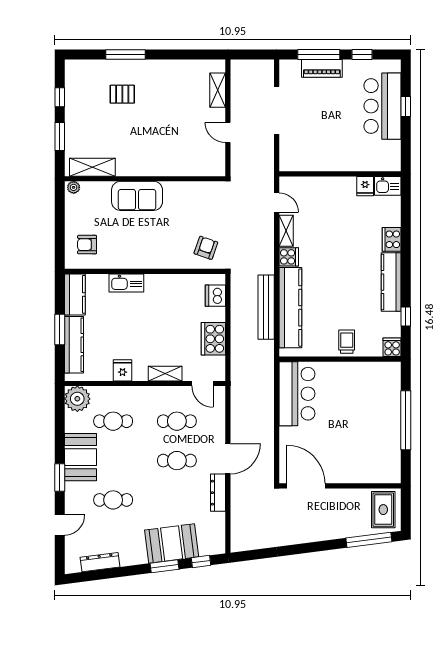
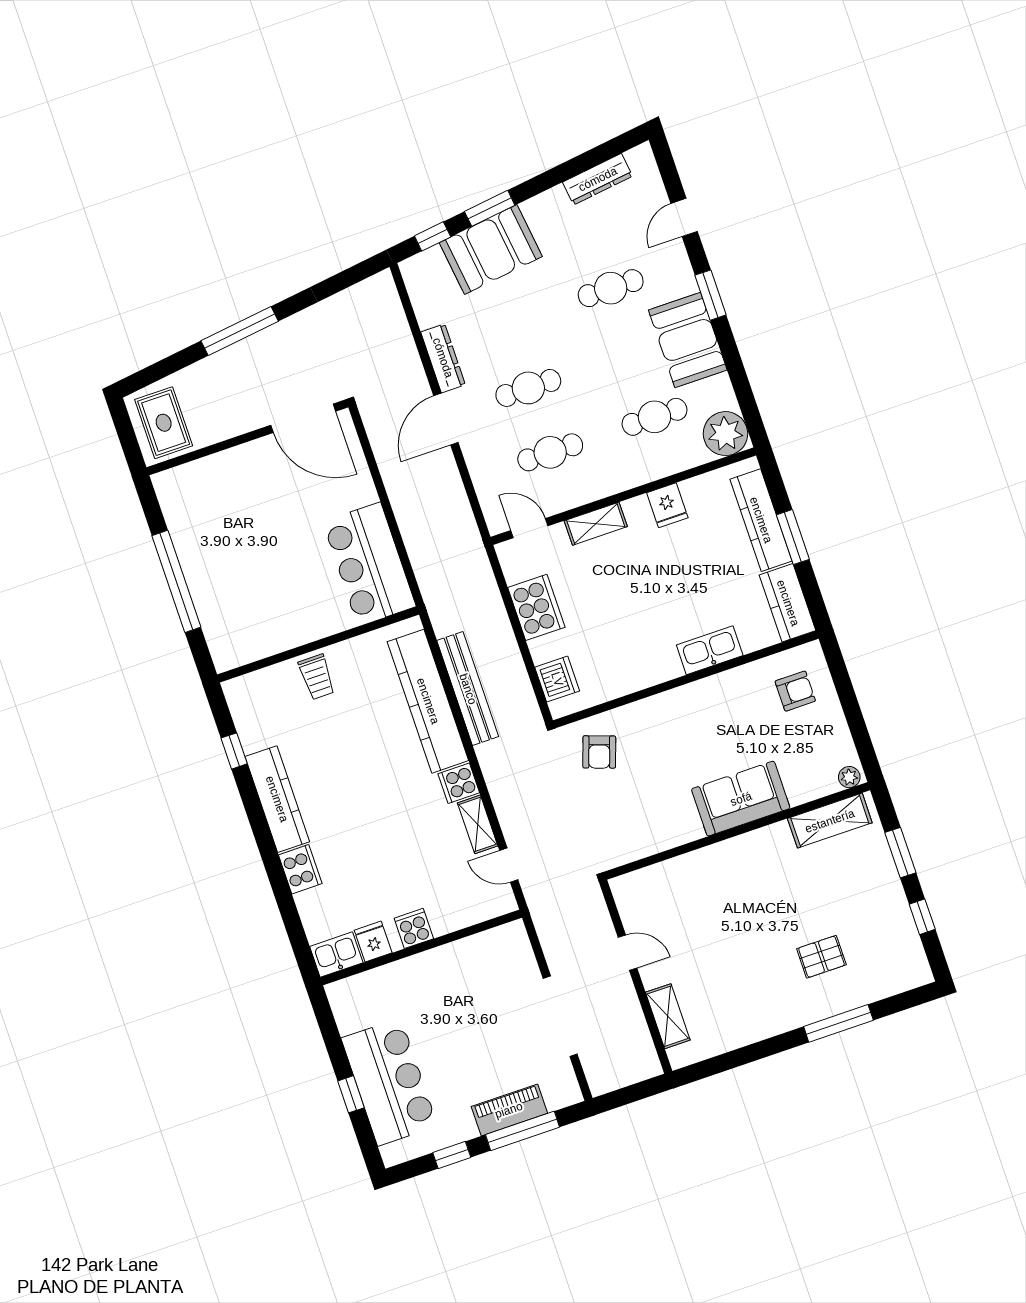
cooker: (392, 347) -> (414, 928), moved, turned 180
window: (369, 540) -> (240, 331), moved

